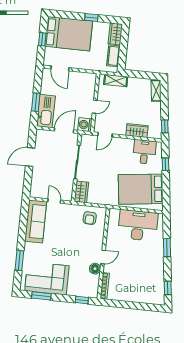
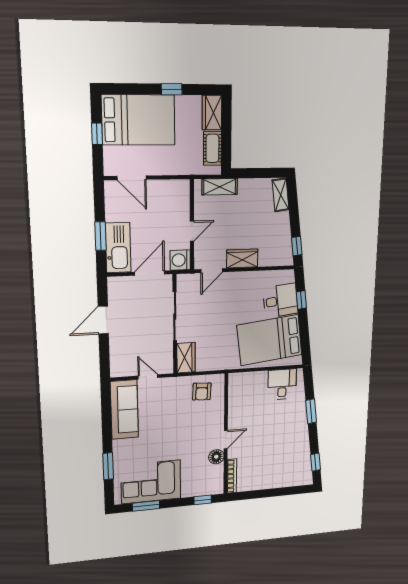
wardrobe: (137, 131) -> (242, 258), moved
desk: (144, 152) -> (280, 301), moved, turned 83
desk: (138, 225) -> (282, 384), width x0.53, depth x0.77

